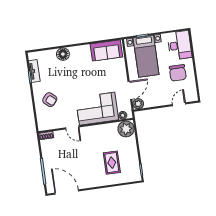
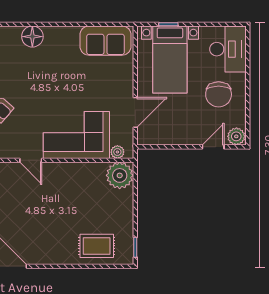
plant: (138, 104) -> (236, 136), moved
rug: (112, 163) -> (97, 246), moved, turned 90

